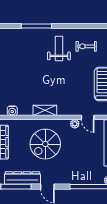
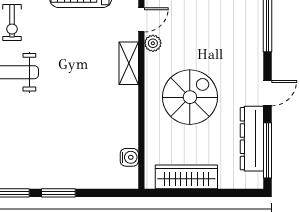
shelving: (45, 110) -> (129, 63), moved
spiral stairs: (45, 144) -> (190, 97), turned -90

